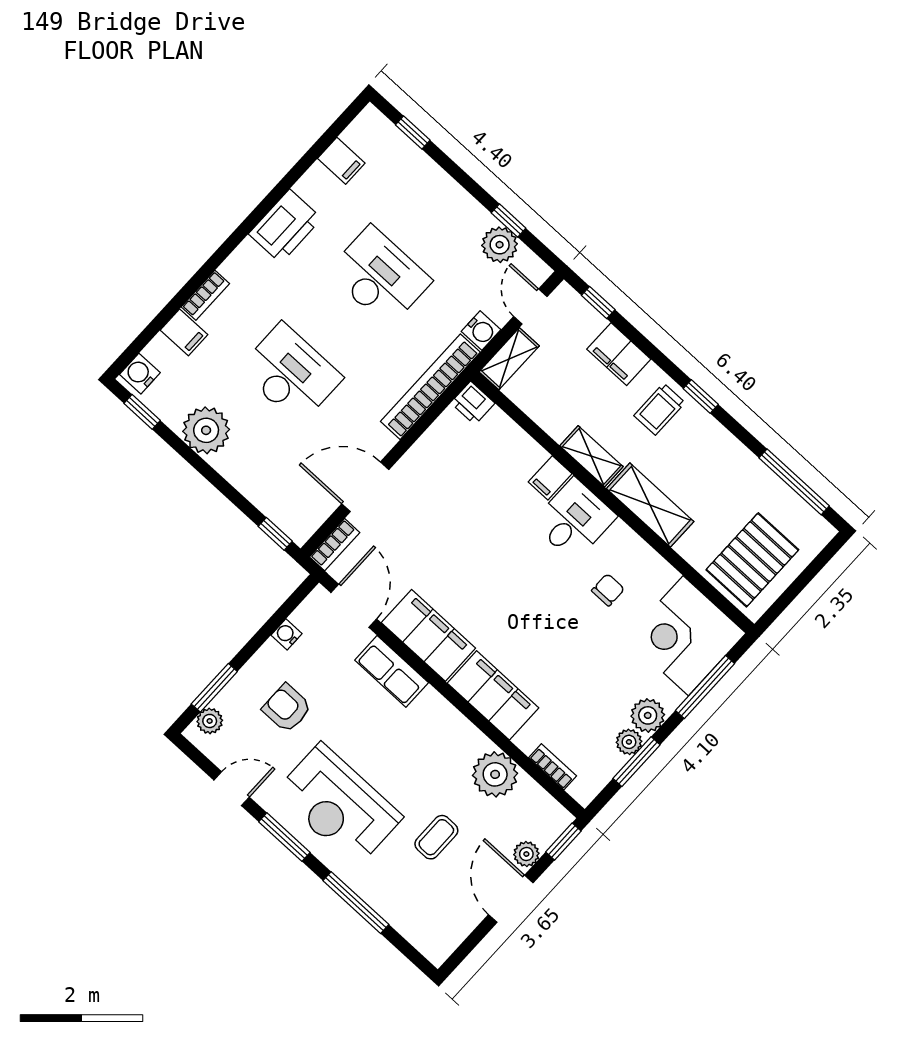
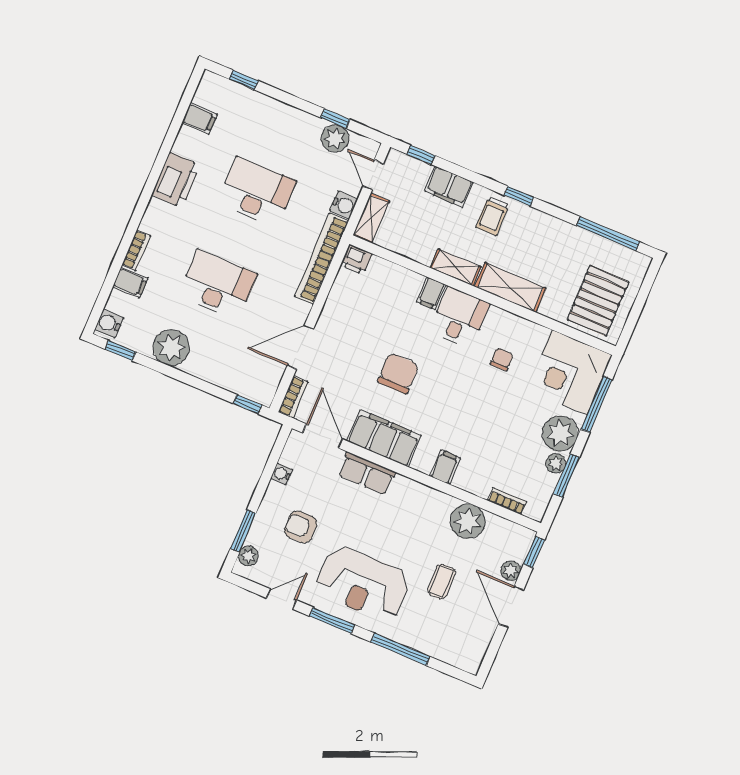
chair: (474, 562) -> (398, 373), added
filing cabinet: (493, 695) -> (445, 467), width x0.33, depth x0.86
plant: (648, 715) -> (560, 433), width x1.36, depth x1.36

